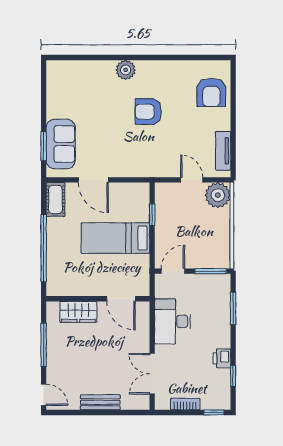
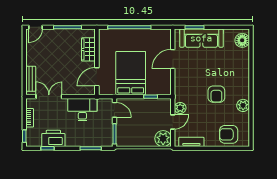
plant: (126, 70) -> (243, 105), moved
floor lamp: (64, 71) -> (242, 40), added
armchair: (148, 112) -> (216, 94), turned 180
sofa: (61, 144) -> (201, 38), width x1.36
plant: (170, 168) -> (180, 108), added
cot: (55, 199) -> (160, 35), removed
bed: (115, 238) -> (131, 73), width x1.50
printer: (222, 358) -> (53, 138), width x1.87, depth x1.48
bench: (100, 402) -> (31, 79), moved

